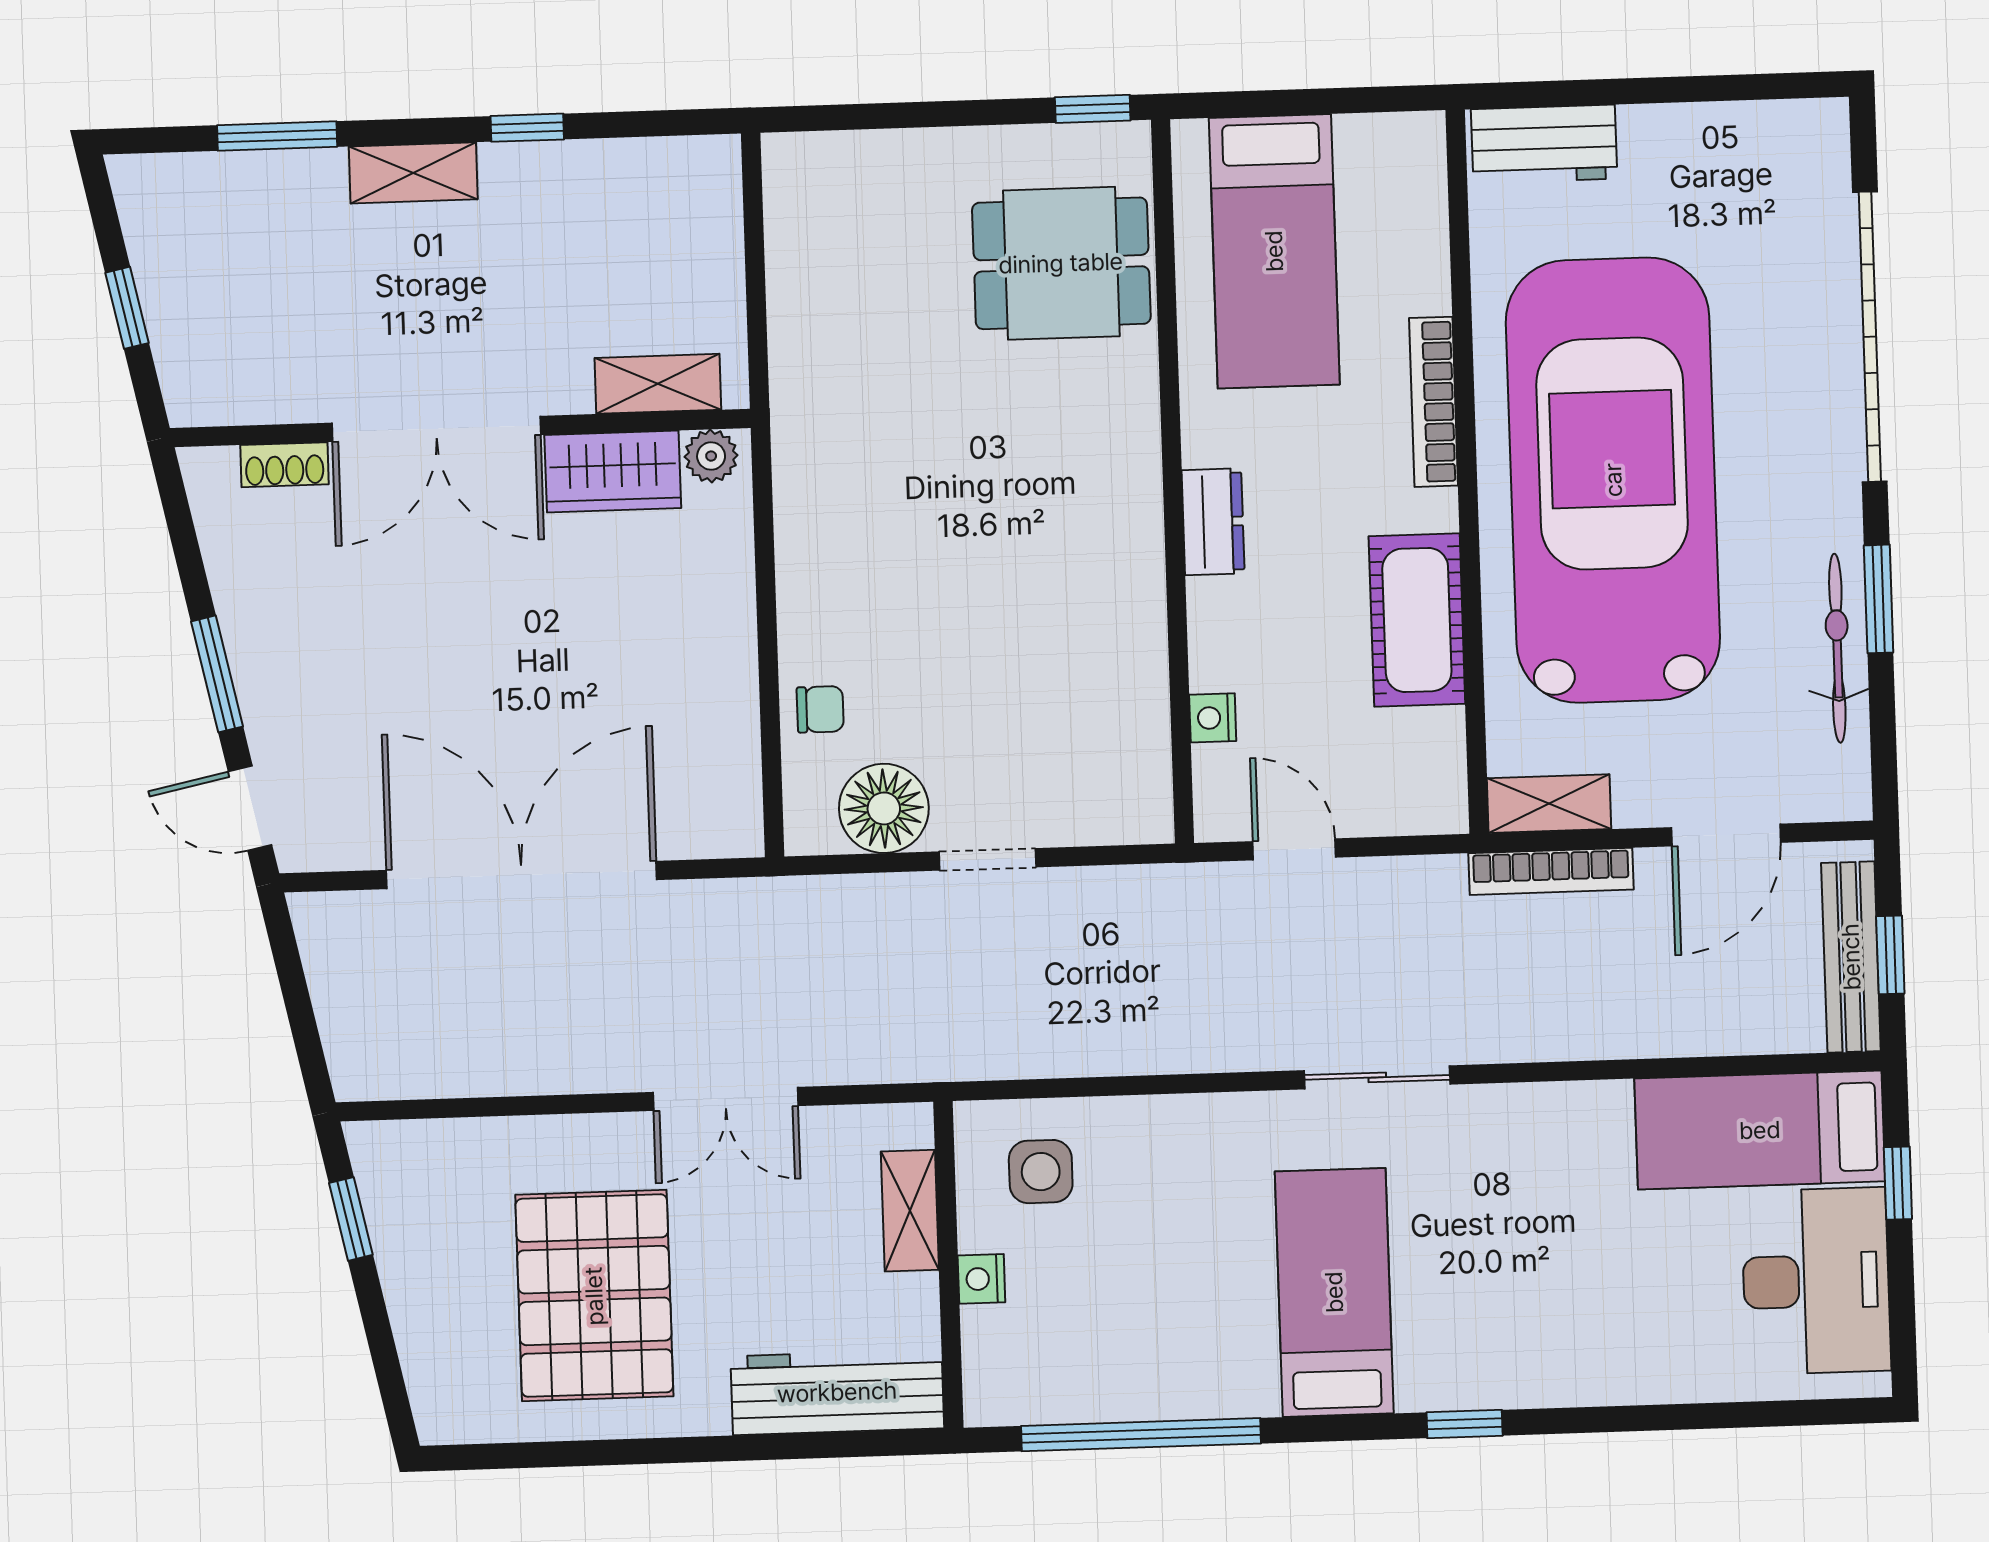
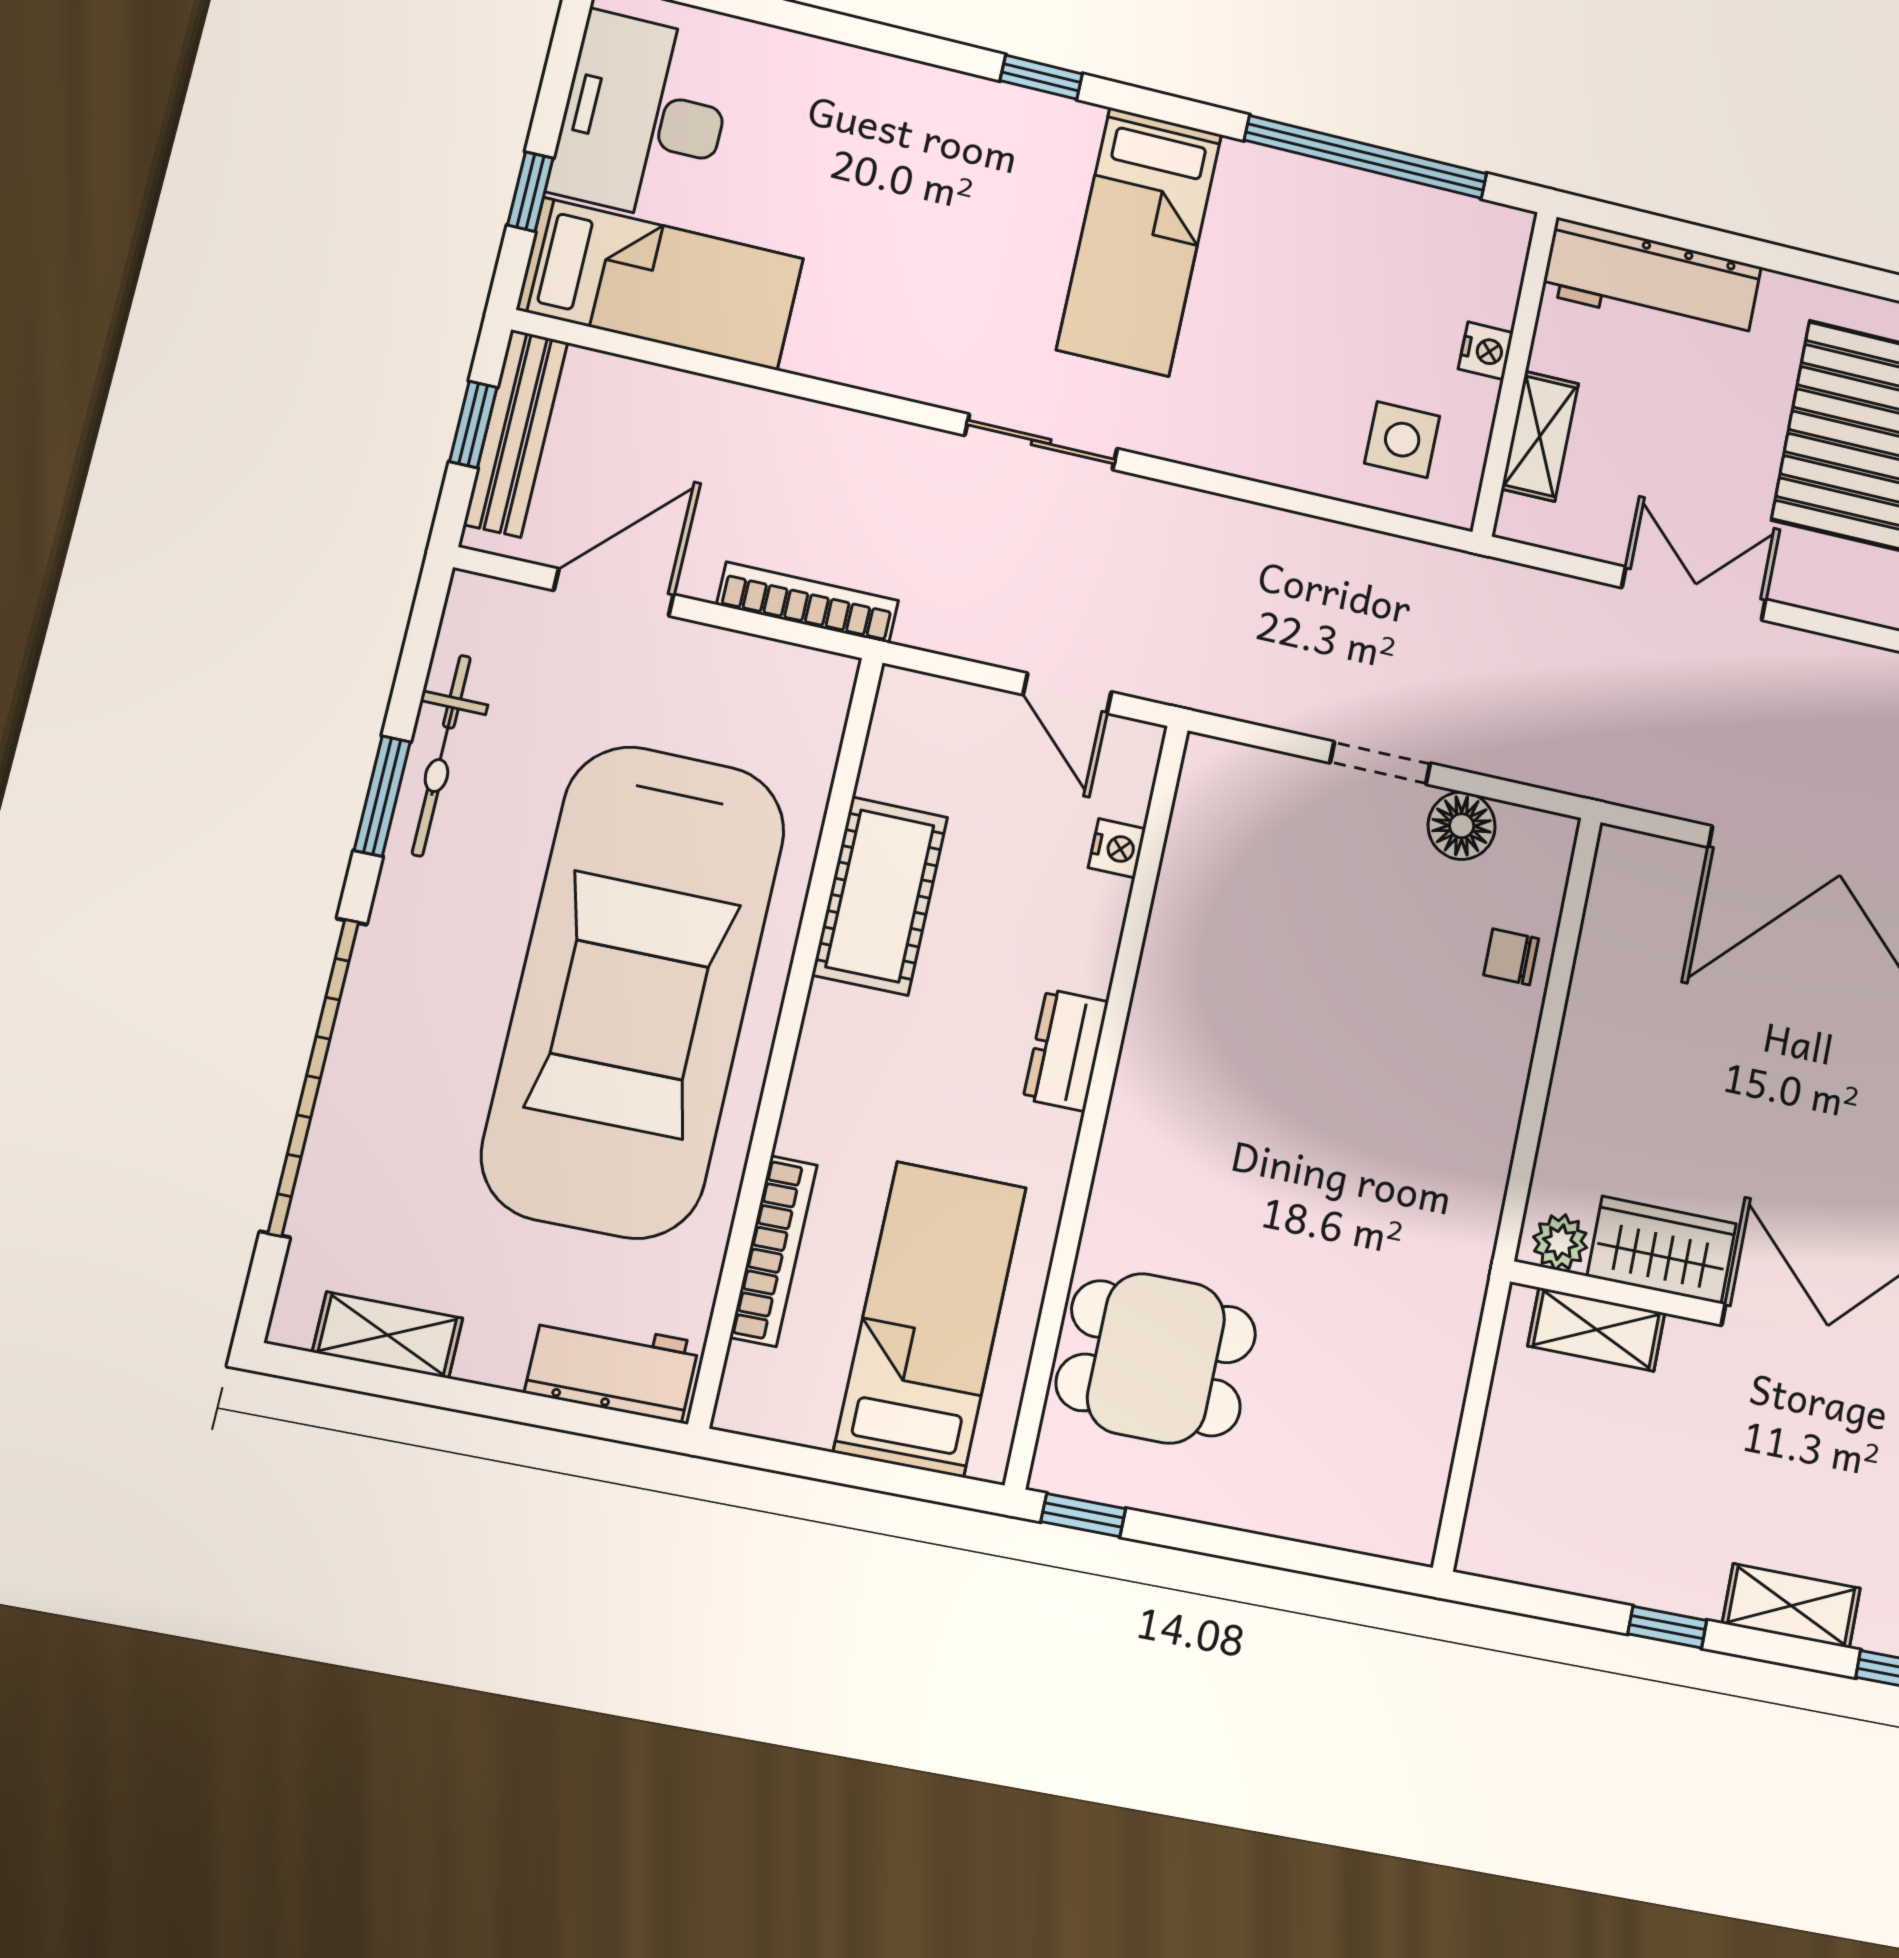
bookcase: (1434, 402) -> (773, 1251), moved
shelving: (1549, 804) -> (388, 1335), moved
floor lamp: (884, 808) -> (1462, 826), width x0.73, depth x0.73

